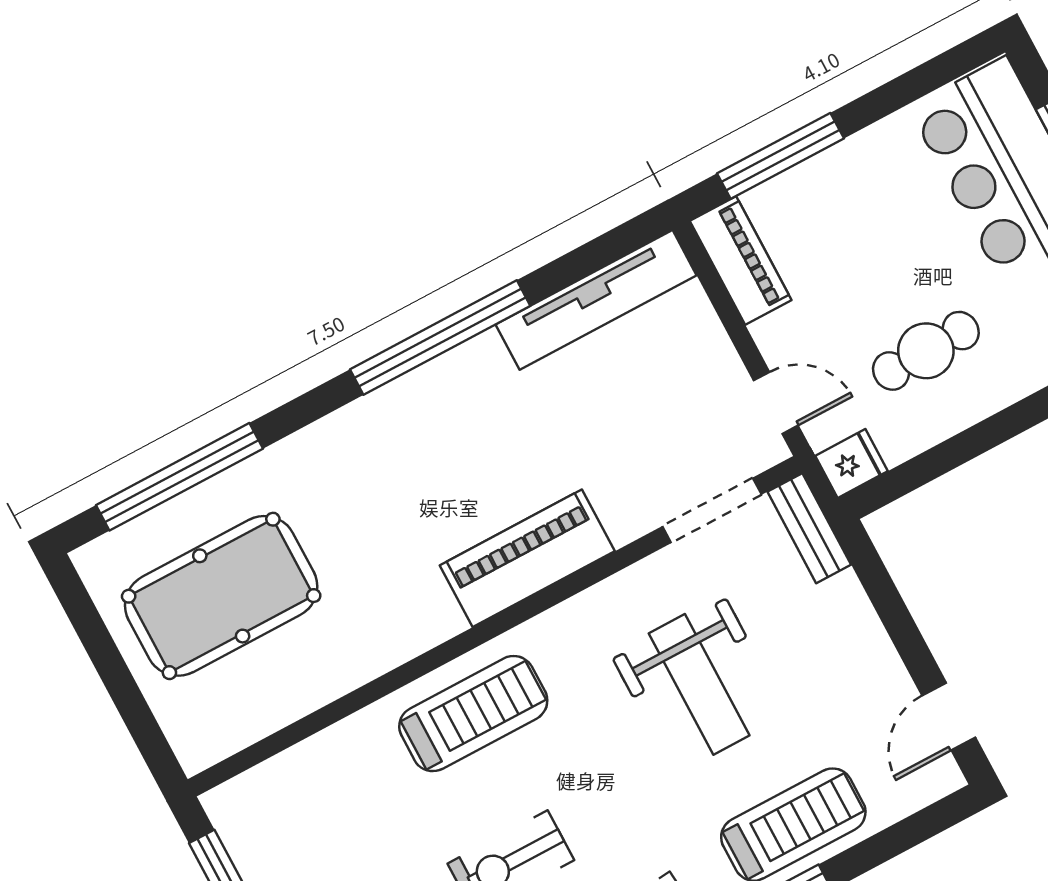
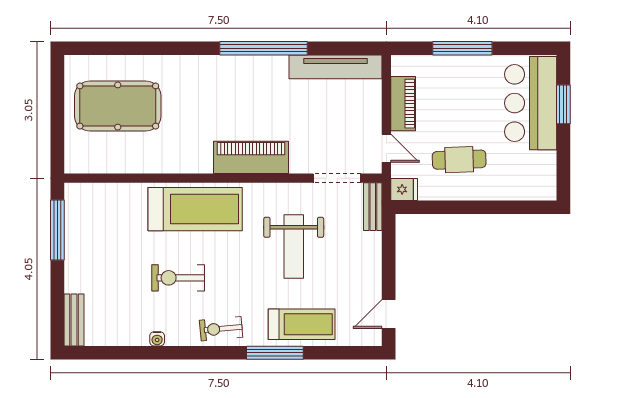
window: (780, 156) -> (462, 48), moved
piano: (741, 260) -> (403, 104), moved
window: (179, 477) -> (127, 48), removed
treadmill: (473, 714) -> (195, 209), width x1.37, depth x1.37

